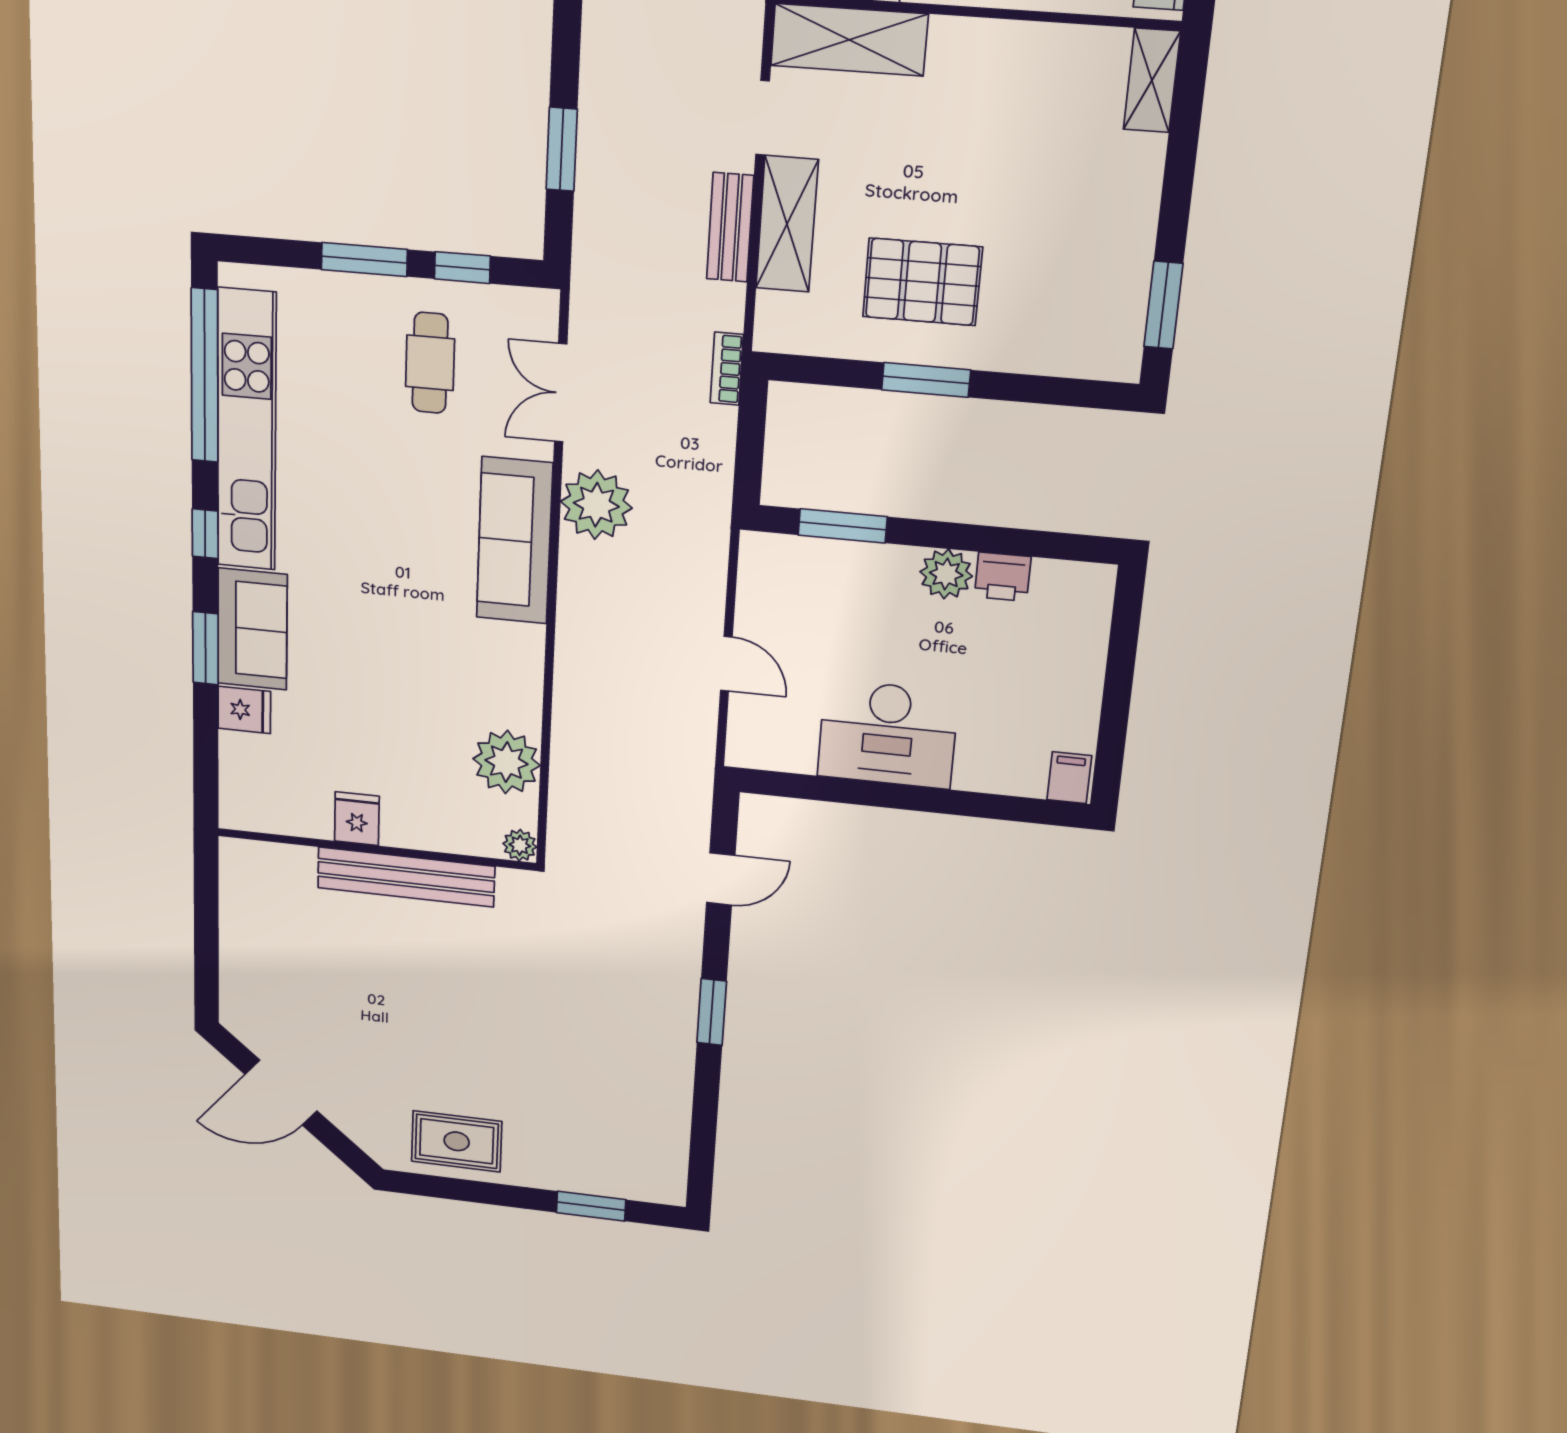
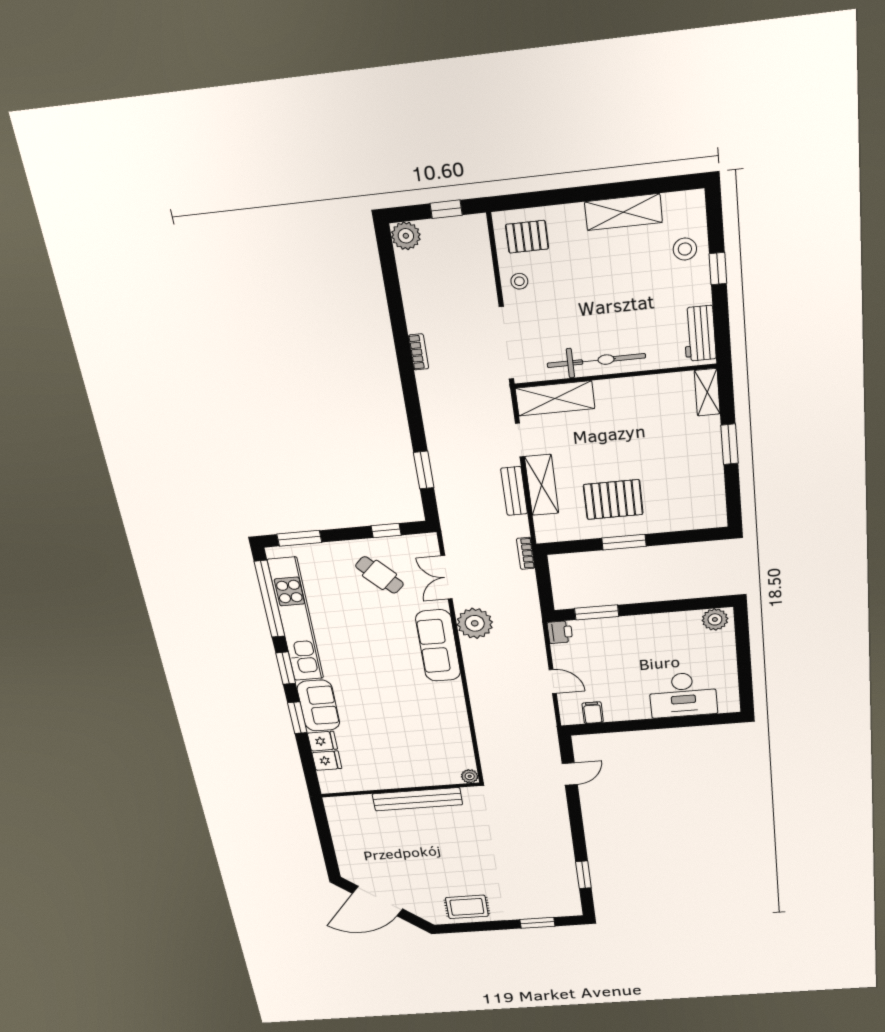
window: (364, 260) -> (299, 538), moved
window: (1163, 305) -> (729, 444), moved
cafe table: (430, 363) -> (380, 575), turned -44
window: (205, 534) -> (286, 668), width x1.50
plant: (946, 574) -> (715, 619), moved
printer: (1003, 577) -> (560, 632), moved, turned -90
desk: (888, 734) -> (683, 695), moved
plant: (506, 762) -> (455, 742), removed
filing cabinet: (1069, 778) -> (593, 713), moved
fridge: (357, 819) -> (327, 761), moved, turned 90
window: (712, 1012) -> (583, 875), moved
door: (281, 1093) -> (378, 901), width x1.36

